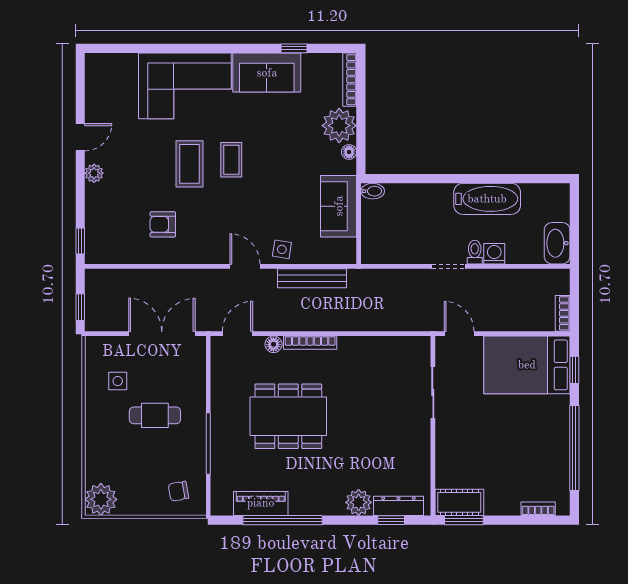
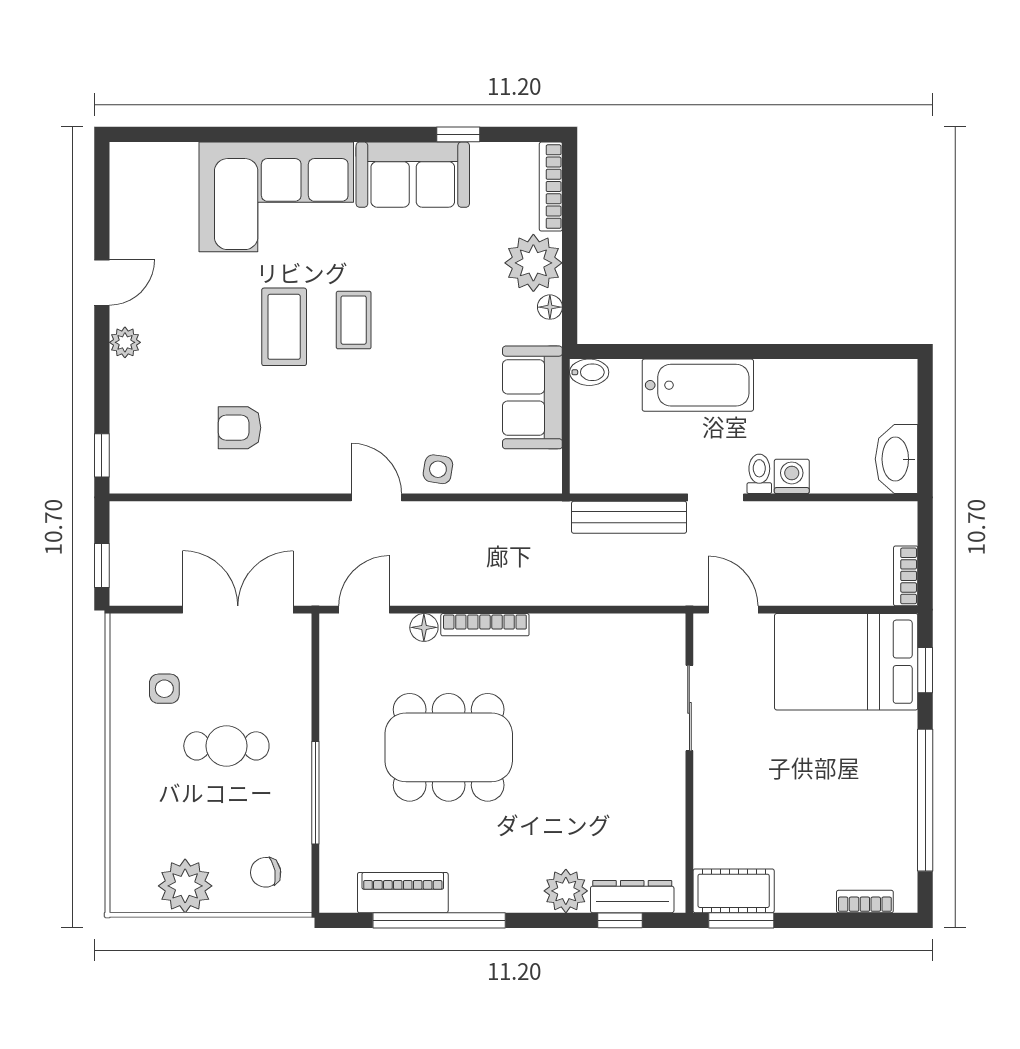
bathtub: (487, 199) -> (698, 385), moved
bench: (312, 278) -> (629, 517), moved
plant: (101, 499) -> (185, 886), moved

